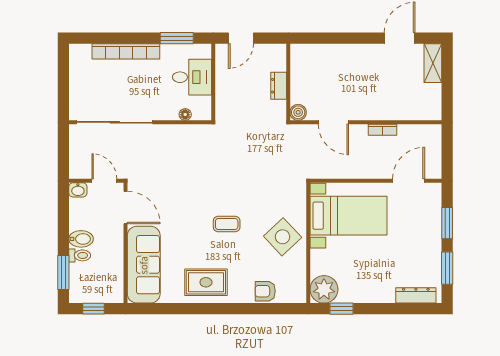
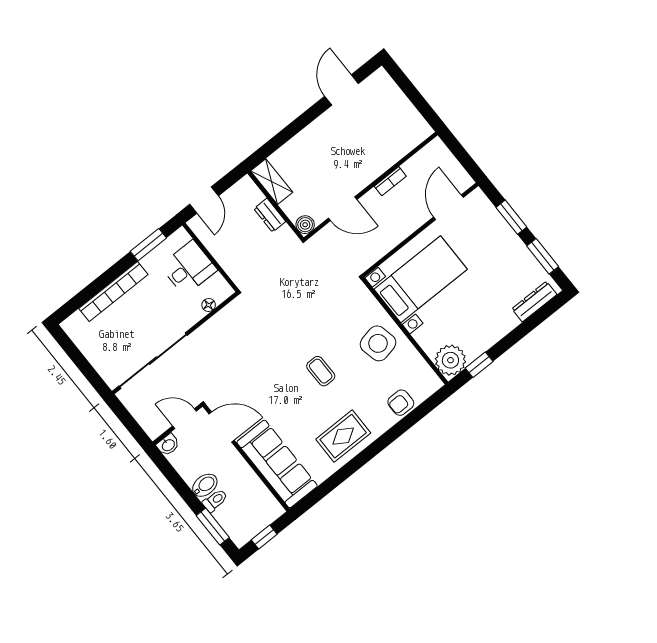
shelving: (433, 63) -> (272, 182), moved
coffee table: (227, 224) -> (321, 371), turned 90
side table: (283, 237) -> (378, 343), turned 31

